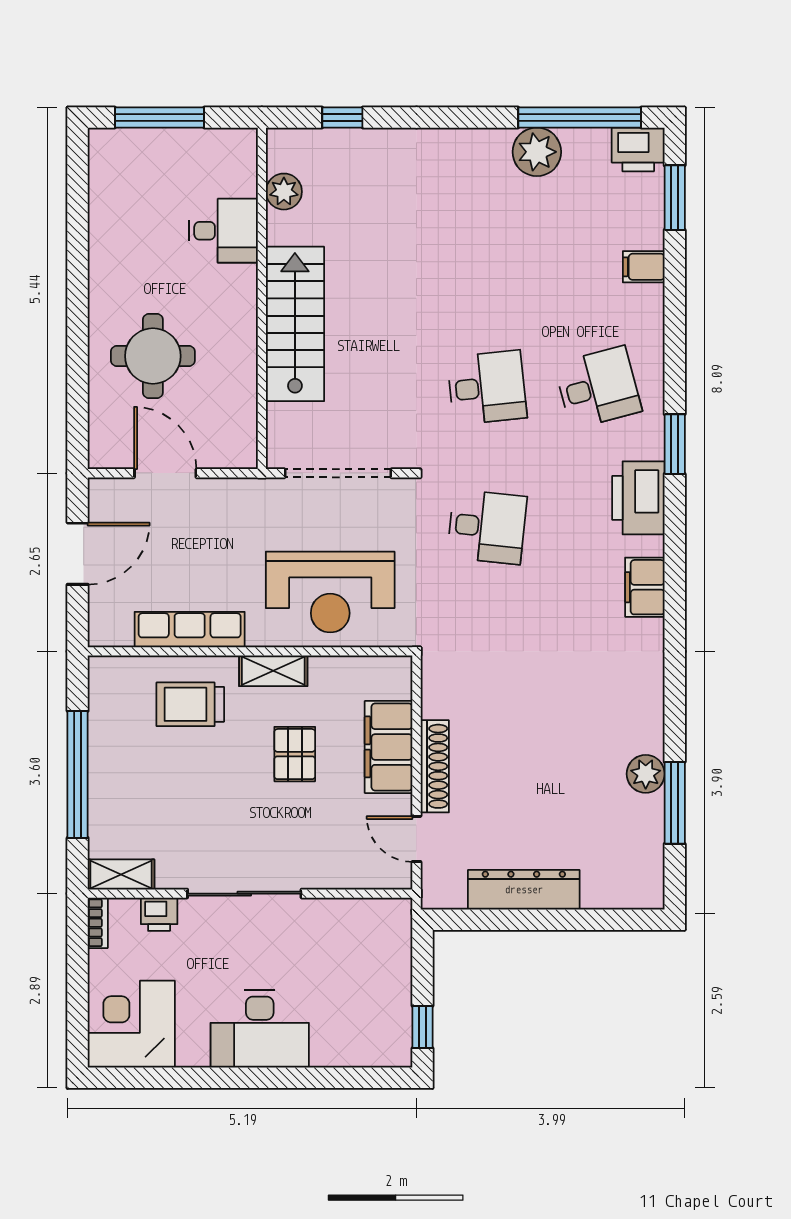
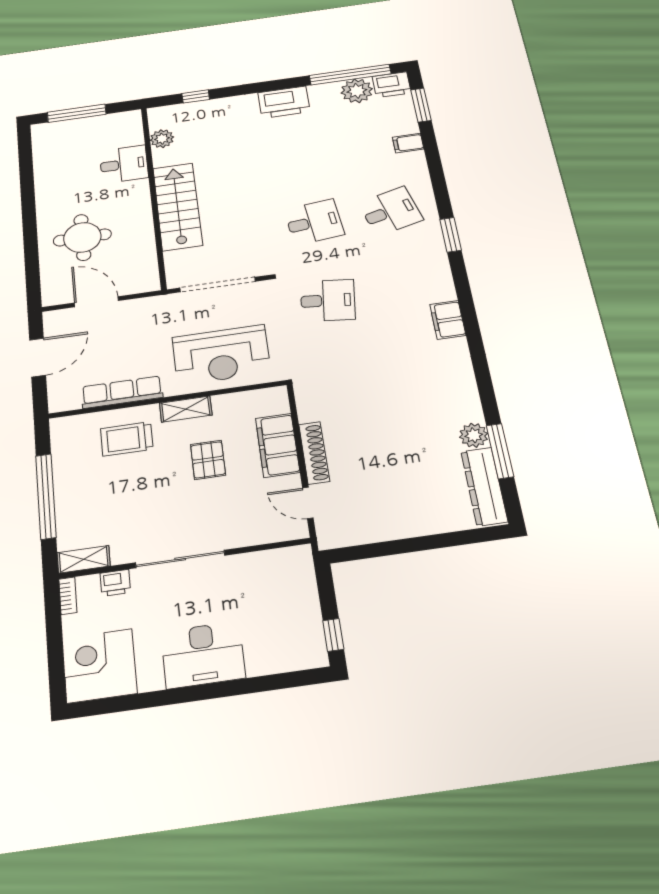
plant: (537, 152) -> (357, 91), moved
printer: (638, 498) -> (284, 102), moved, turned -90
dresser: (524, 890) -> (484, 486), moved, turned -90

